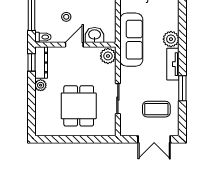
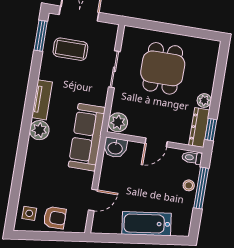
stool: (66, 17) -> (189, 185), moved
washbasin: (95, 35) -> (115, 148), moved
window: (182, 88) -> (41, 36), moved

